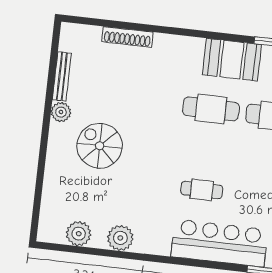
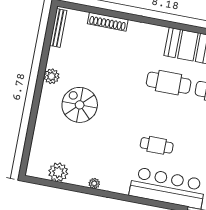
bench: (62, 76) -> (58, 28), moved
plant: (120, 238) -> (94, 183), width x0.53, depth x0.53

